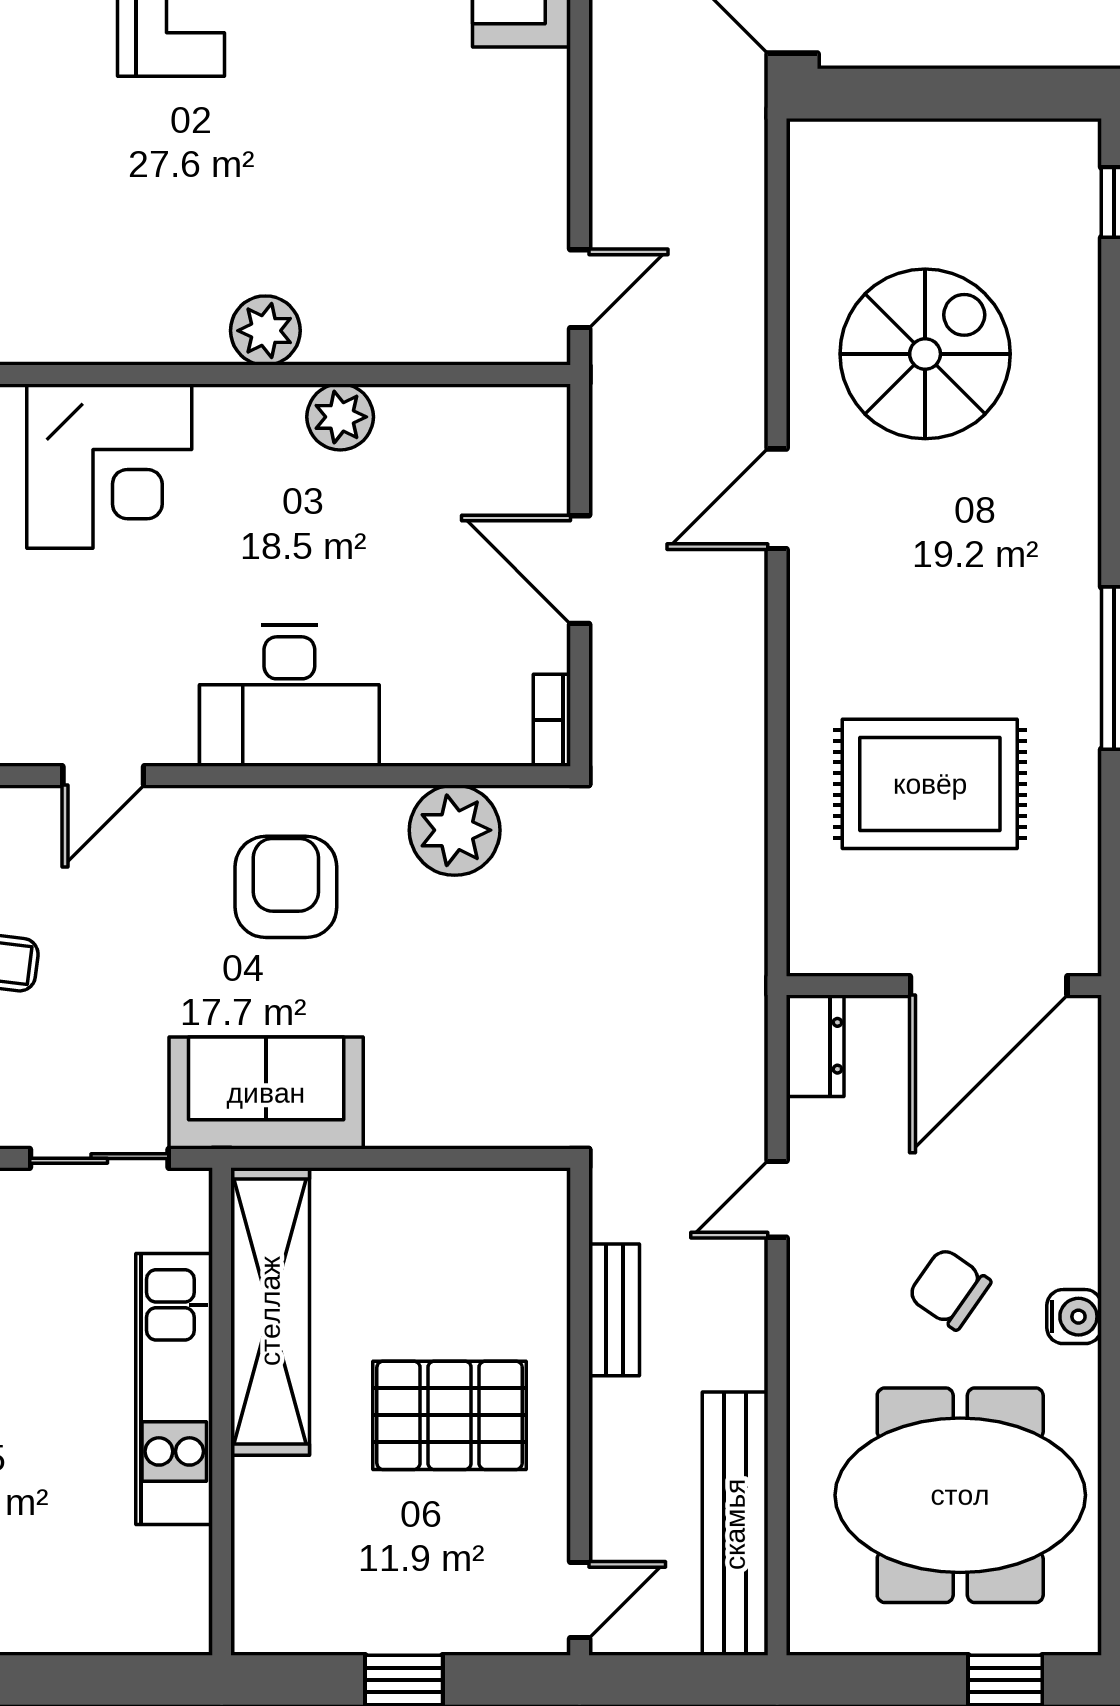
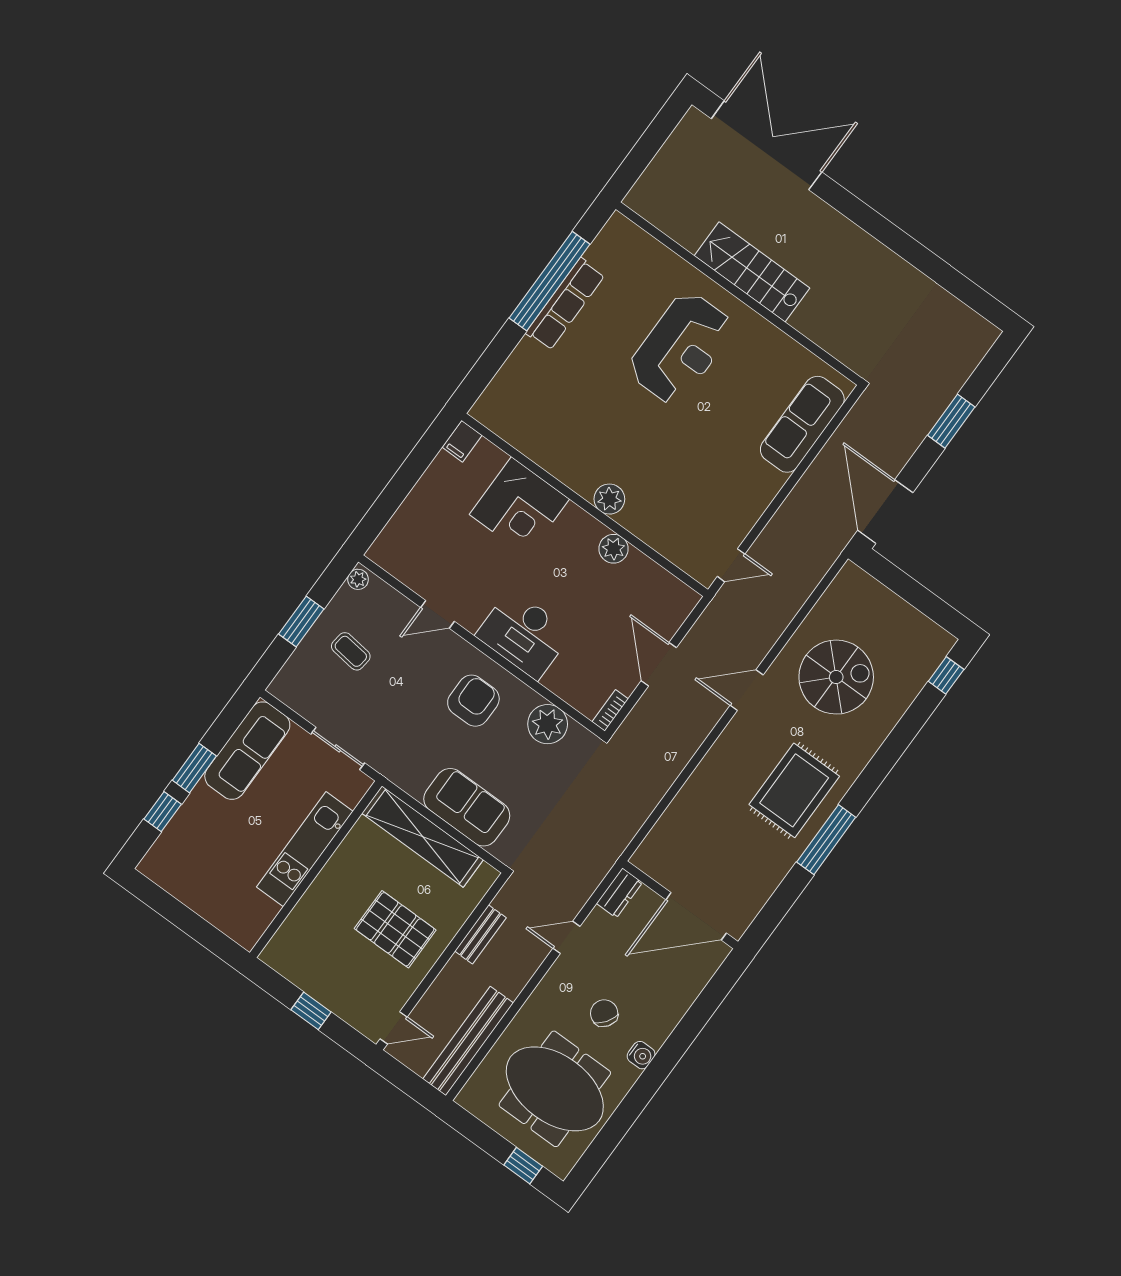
rug: (930, 784) -> (794, 790), moved, turned 90
sofa: (266, 1093) -> (467, 807), moved
shelving: (270, 1311) -> (422, 836), moved, turned 90

